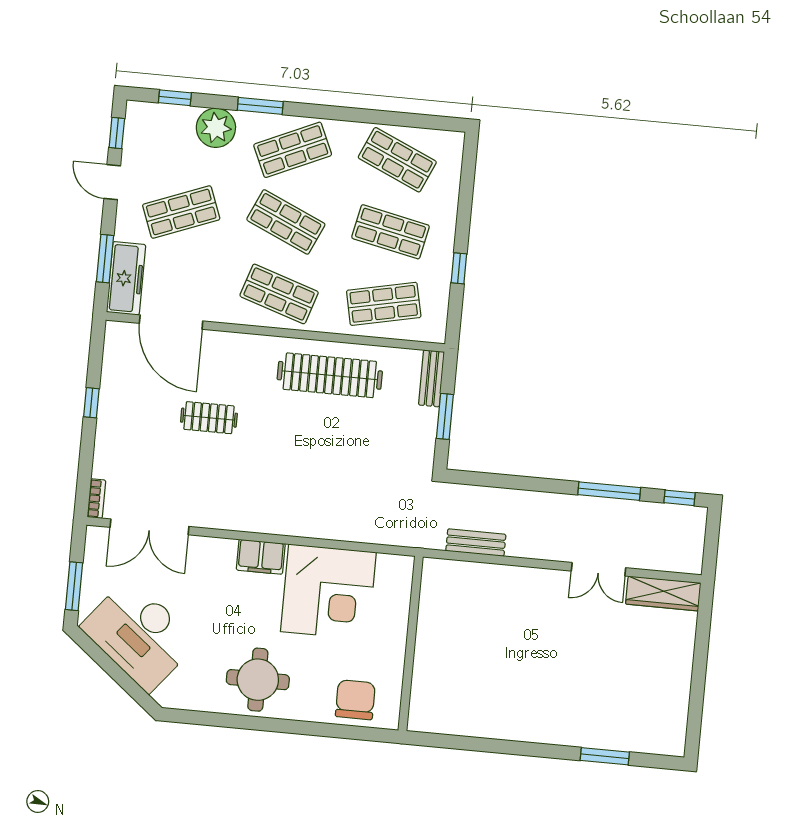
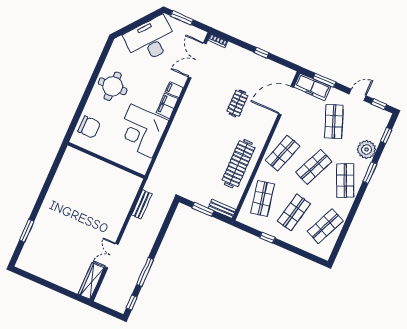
filing cabinet: (224, 554) -> (174, 90), added

